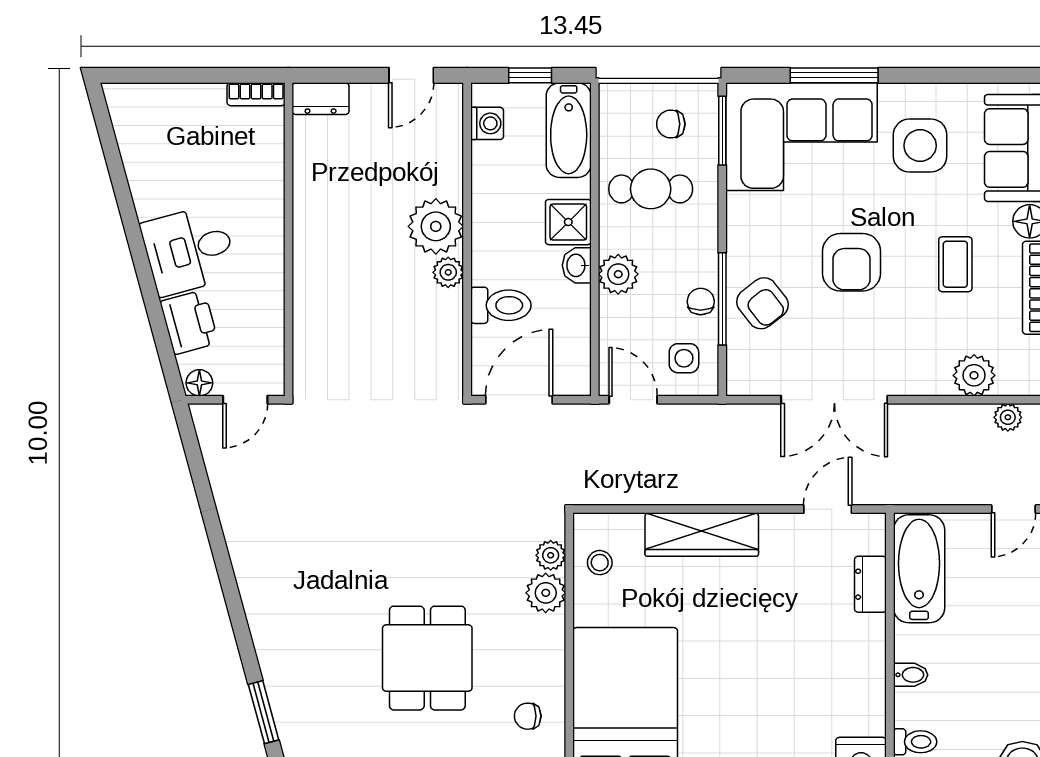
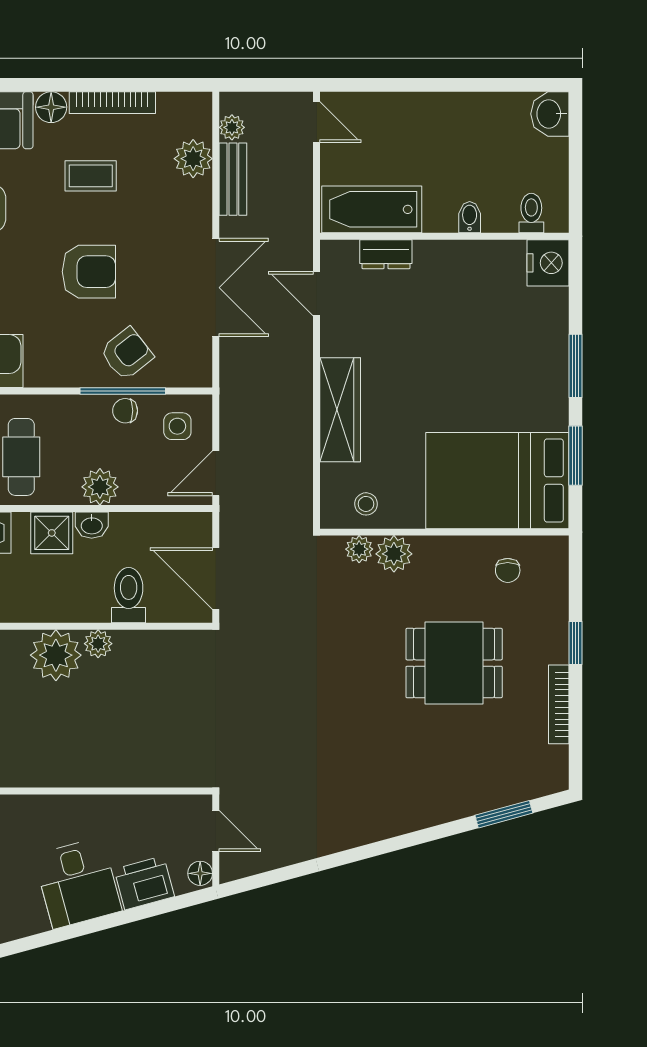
bench: (952, 418) -> (233, 179), added

